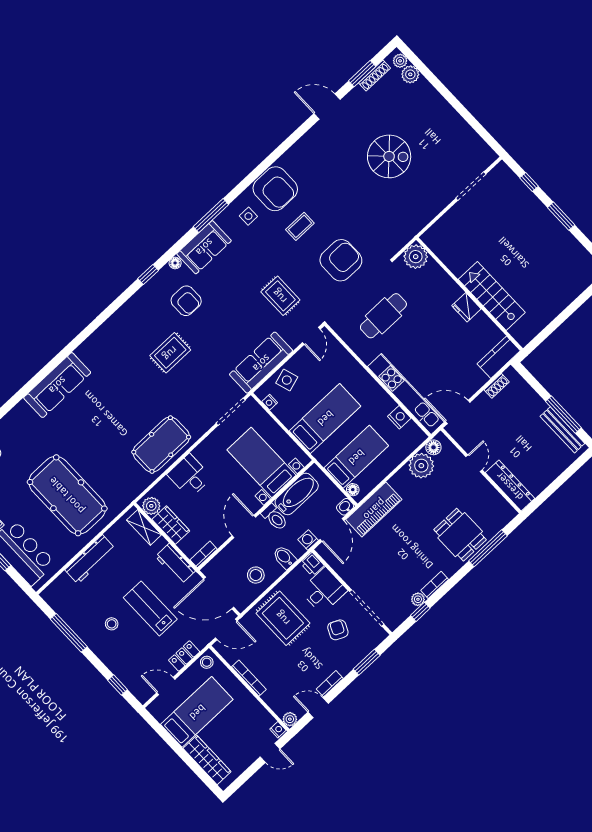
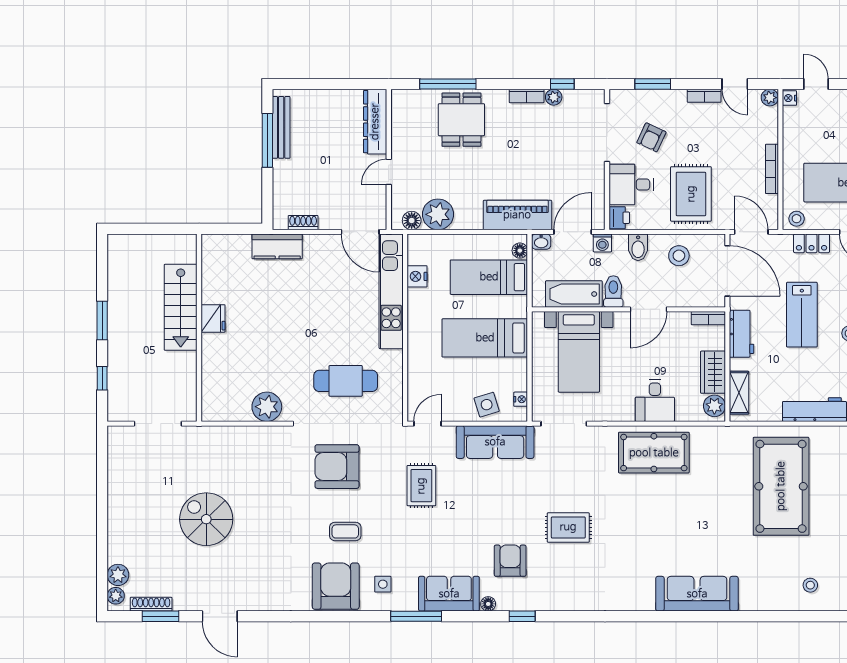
wall: (470, 294) -> (199, 328), moved
stairs: (492, 296) -> (181, 307), moved
fridge: (466, 307) -> (213, 318), moved

